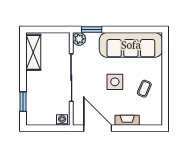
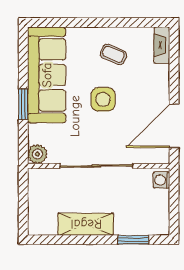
window: (92, 30) -> (23, 104), moved
shelving: (33, 52) -> (86, 224), moved
fireplace: (127, 120) -> (162, 45), moved

